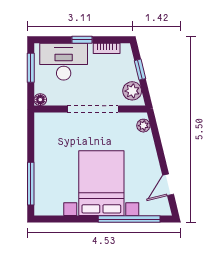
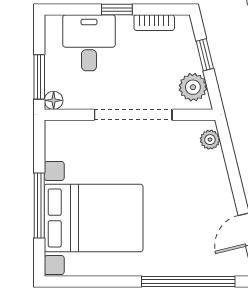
desk: (64, 62) -> (89, 43), width x0.73
window: (31, 68) -> (39, 77), moved
bed with nightstands: (101, 183) -> (94, 218), moved, turned 90
window: (31, 184) -> (39, 205), moved

